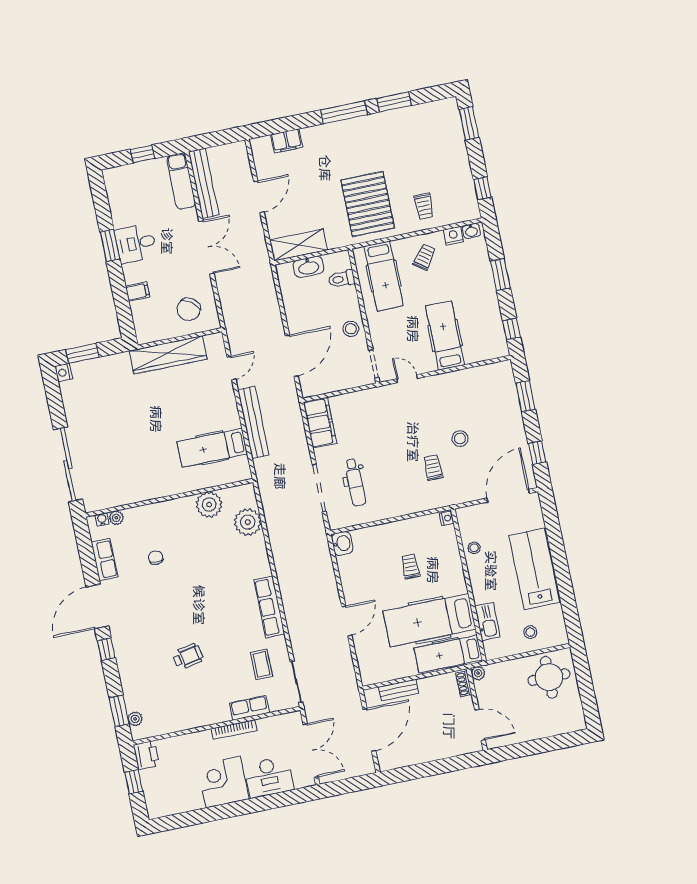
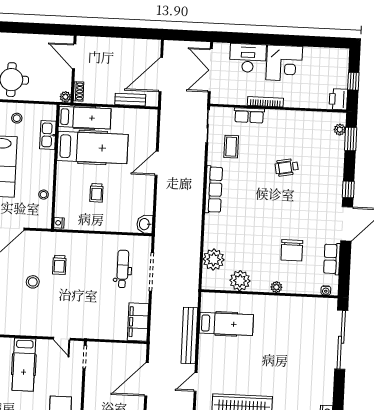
stool: (351, 329) -> (95, 388), removed
plant: (116, 518) -> (276, 287), moved
chair: (156, 558) -> (292, 250), width x1.87, depth x1.87

